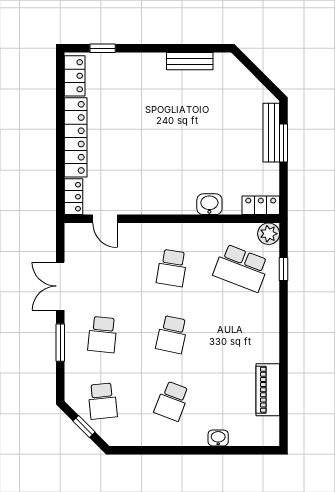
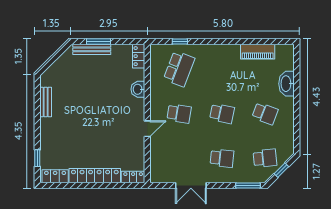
door: (105, 219) -> (147, 129), moved
plant: (269, 234) -> (157, 51), removed
window: (60, 343) -> (248, 185), moved
washbasin: (218, 438) -> (286, 84), width x1.91, depth x1.45

